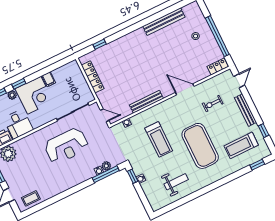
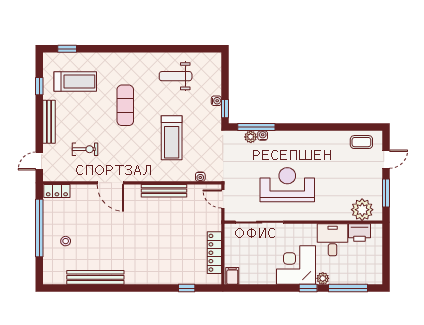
filing cabinet: (49, 79) -> (232, 276), moved
treadmill: (159, 139) -> (172, 138), turned 180
exercise mat: (200, 146) -> (125, 105), width x0.50, depth x0.69

